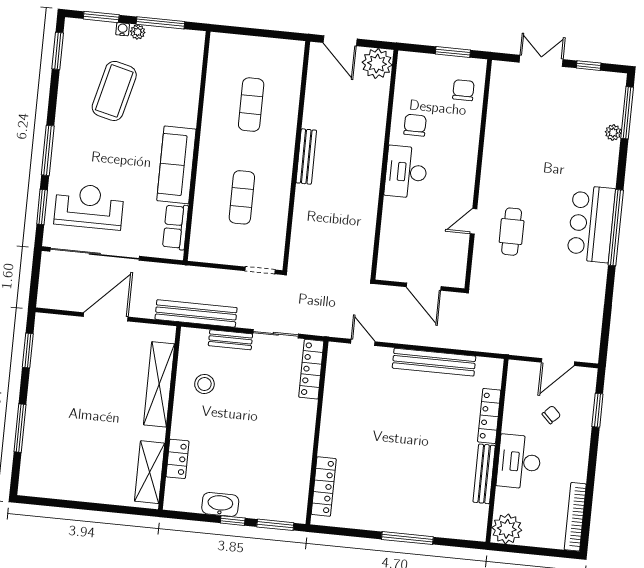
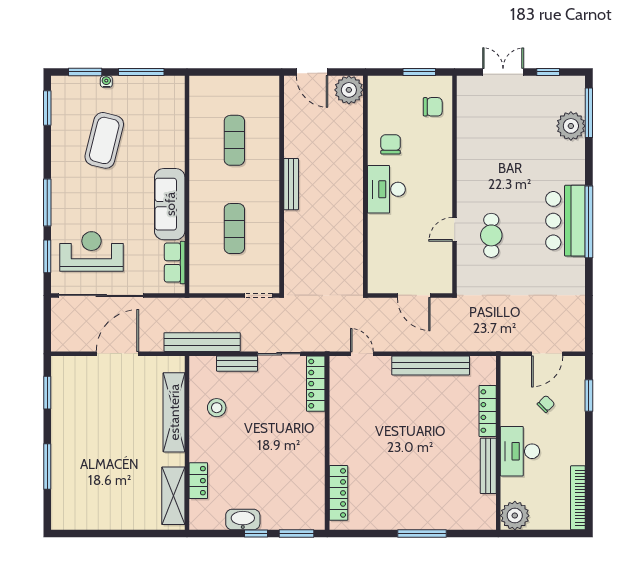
plant: (138, 32) -> (121, 83), removed
chair: (463, 90) -> (433, 107), turned 90
plant: (613, 133) -> (571, 126), width x1.87, depth x1.87

